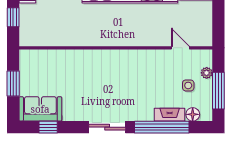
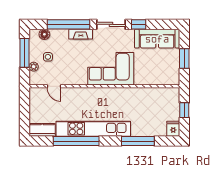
corner sofa: (108, 70) -> (111, 69), added
sofa: (40, 109) -> (157, 39), width x1.36
fireplace: (170, 115) -> (81, 34), moved
window: (48, 127) -> (139, 24), moved

